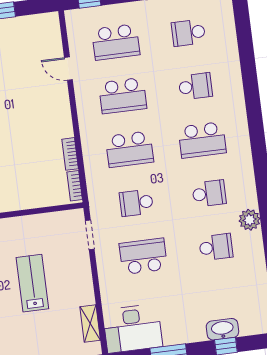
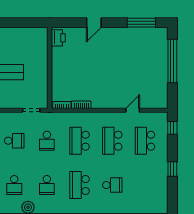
school desk: (188, 33) -> (145, 185), removed
school desk: (195, 86) -> (112, 185), turned -90
school desk: (136, 203) -> (47, 141), turned 180
school desk: (143, 256) -> (14, 141), width x0.54

